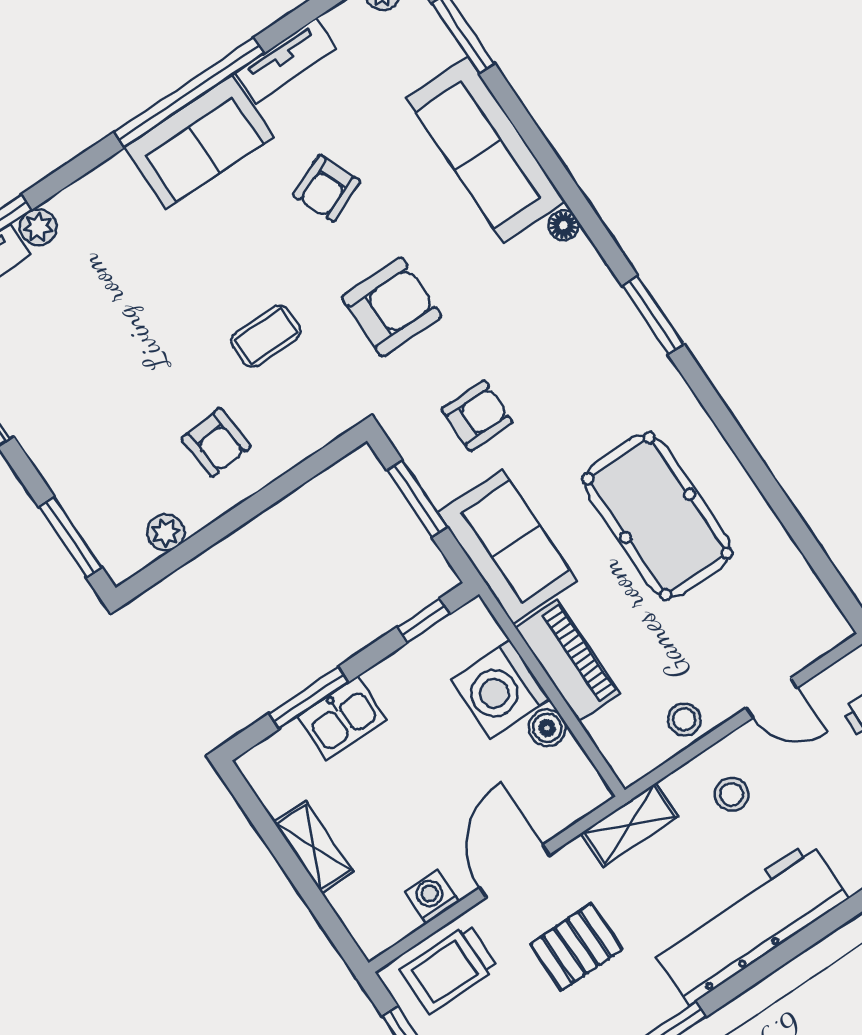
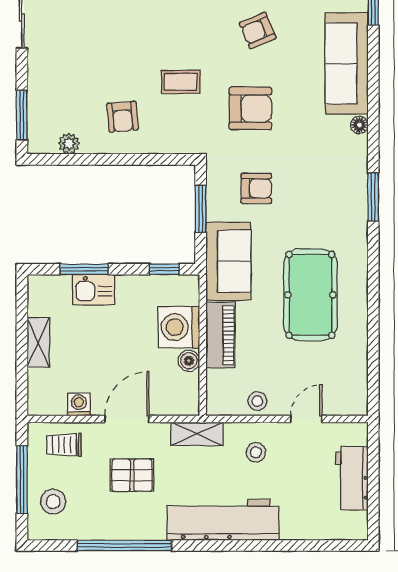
door: (772, 698) -> (306, 419), swing flipped
trolley: (449, 969) -> (64, 445), width x0.73, depth x0.72

